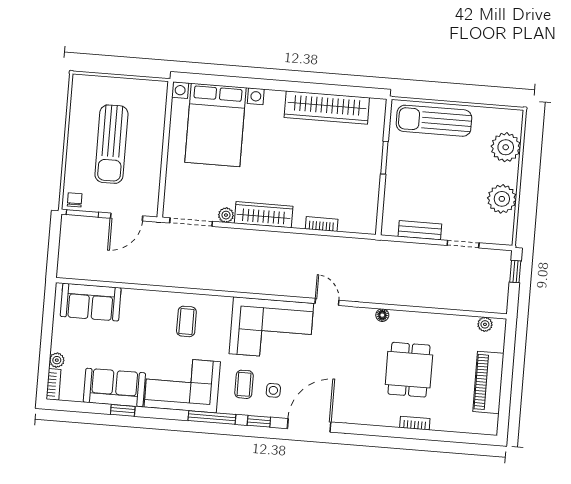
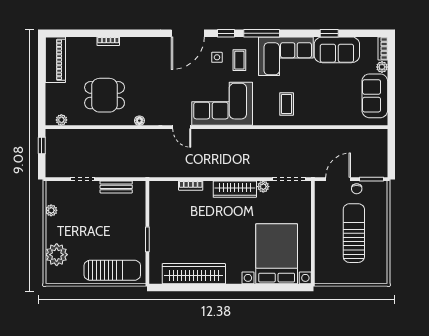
plant: (502, 199) -> (51, 210), width x0.53, depth x0.53
chair: (75, 200) -> (357, 189), moved
window: (515, 271) -> (42, 146), moved
sofa: (91, 302) -> (375, 96), moved, turned -90
dining table: (409, 370) -> (105, 95), moved, turned 90
piano: (488, 382) -> (55, 60), moved

